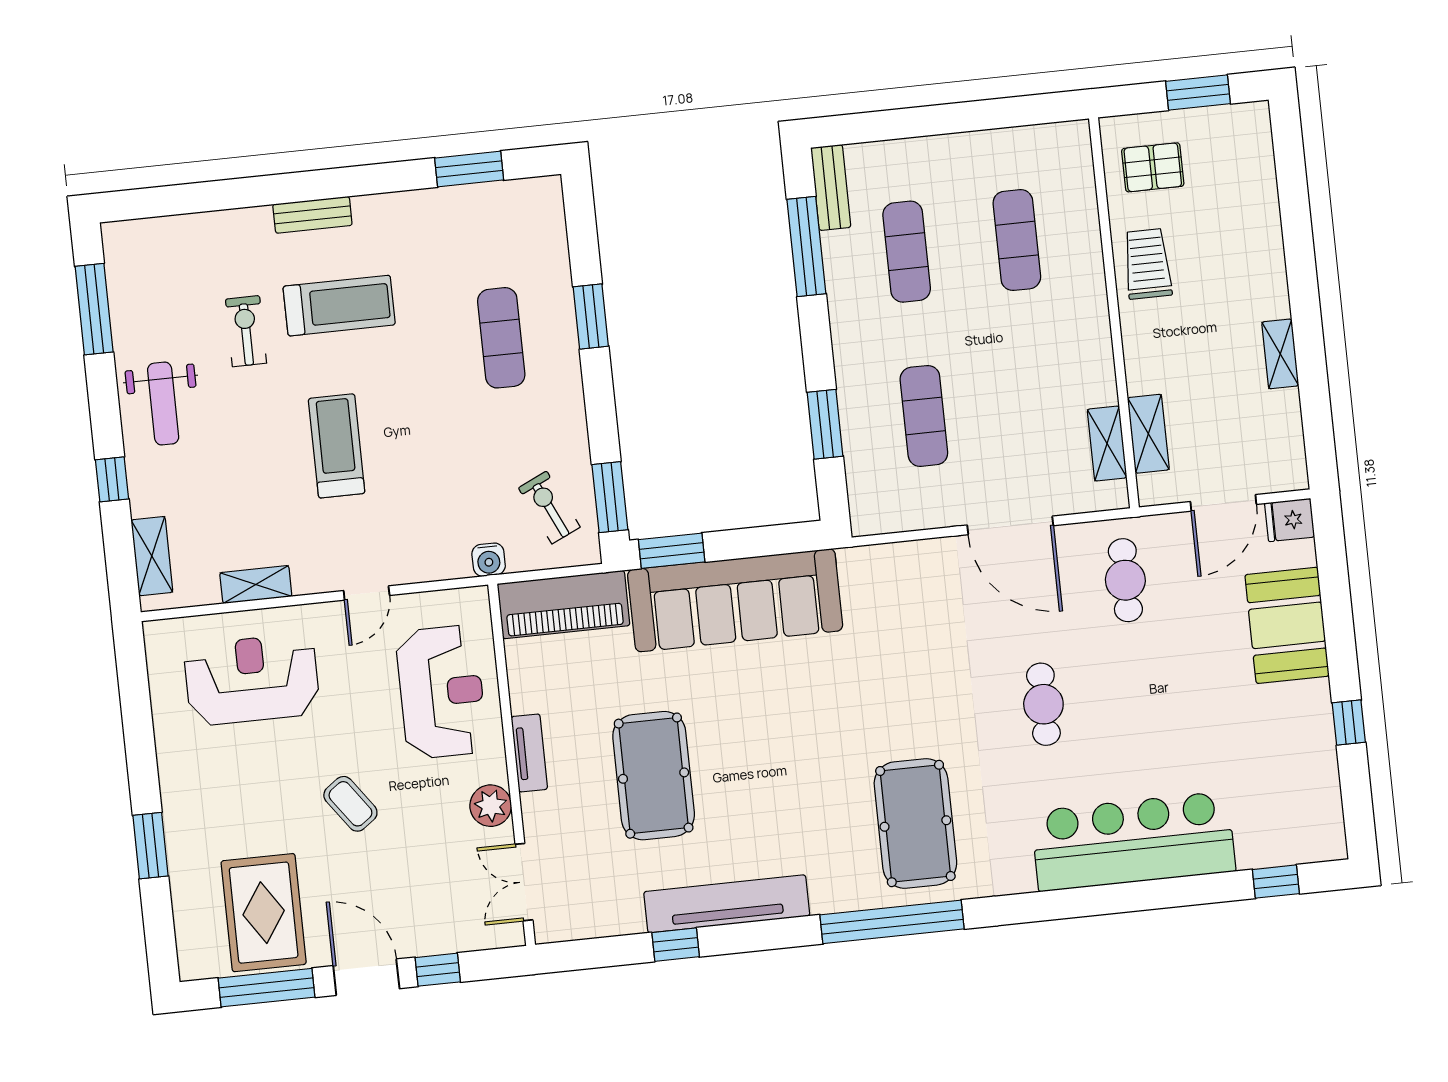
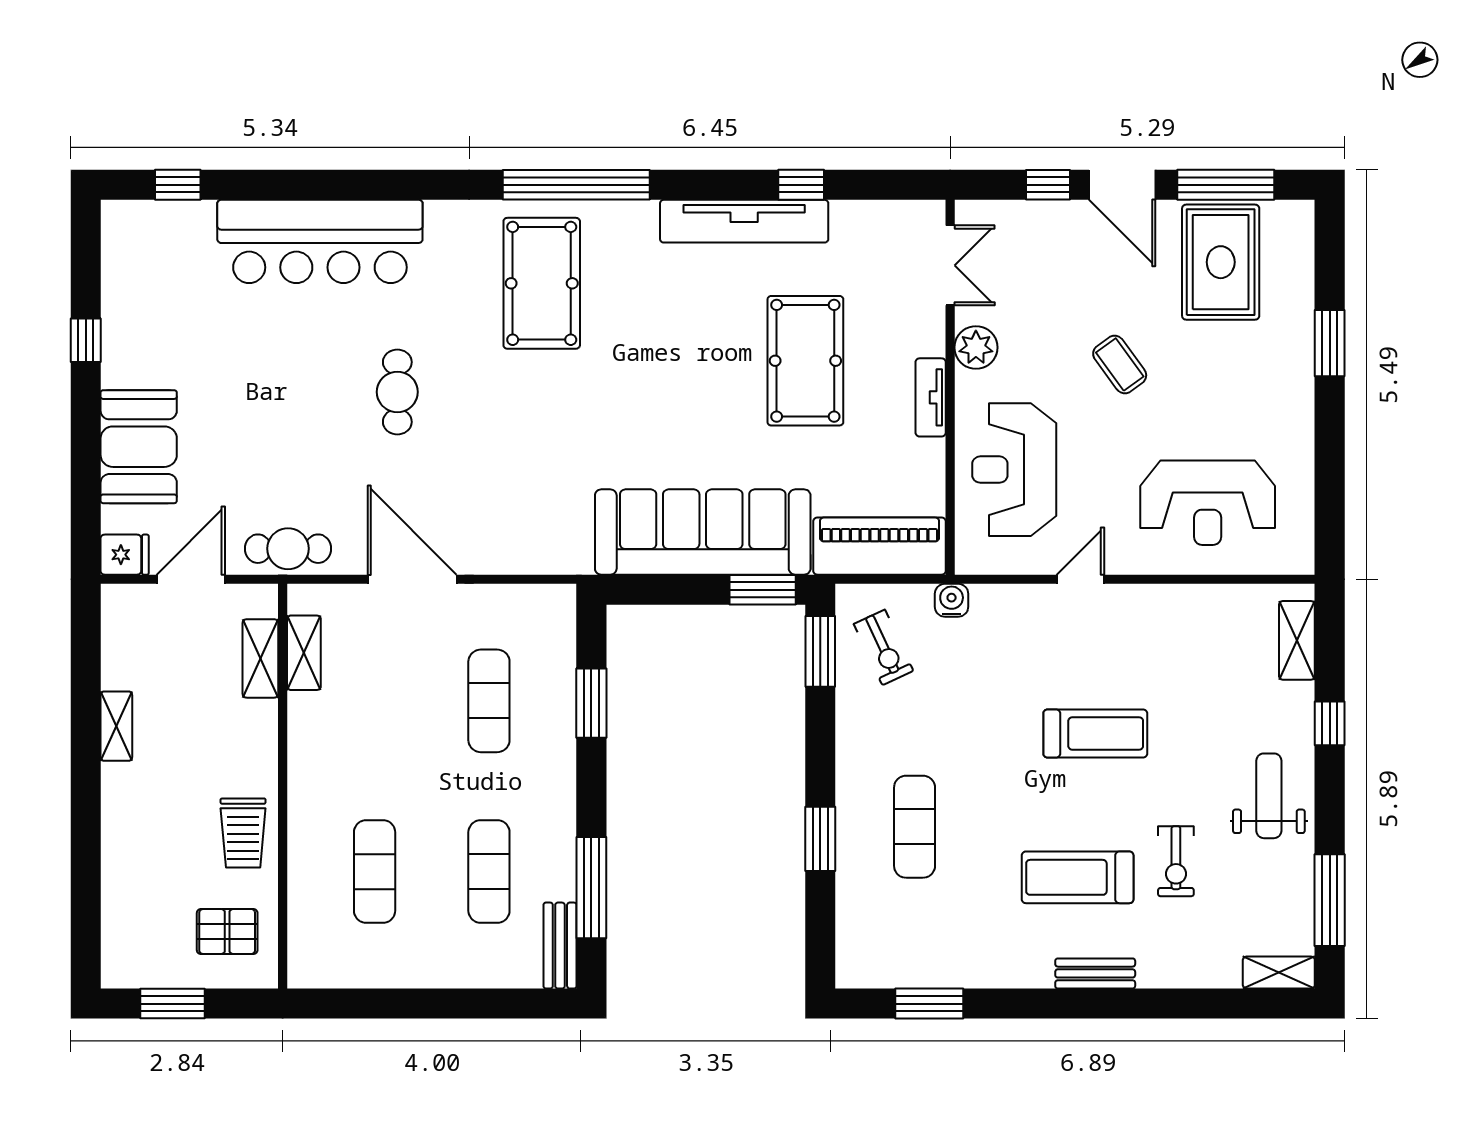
treadmill: (337, 446) -> (1095, 733), turned -90
cafe table: (1125, 580) -> (288, 549), moved, turned 90
shelving: (256, 585) -> (1279, 973), moved

